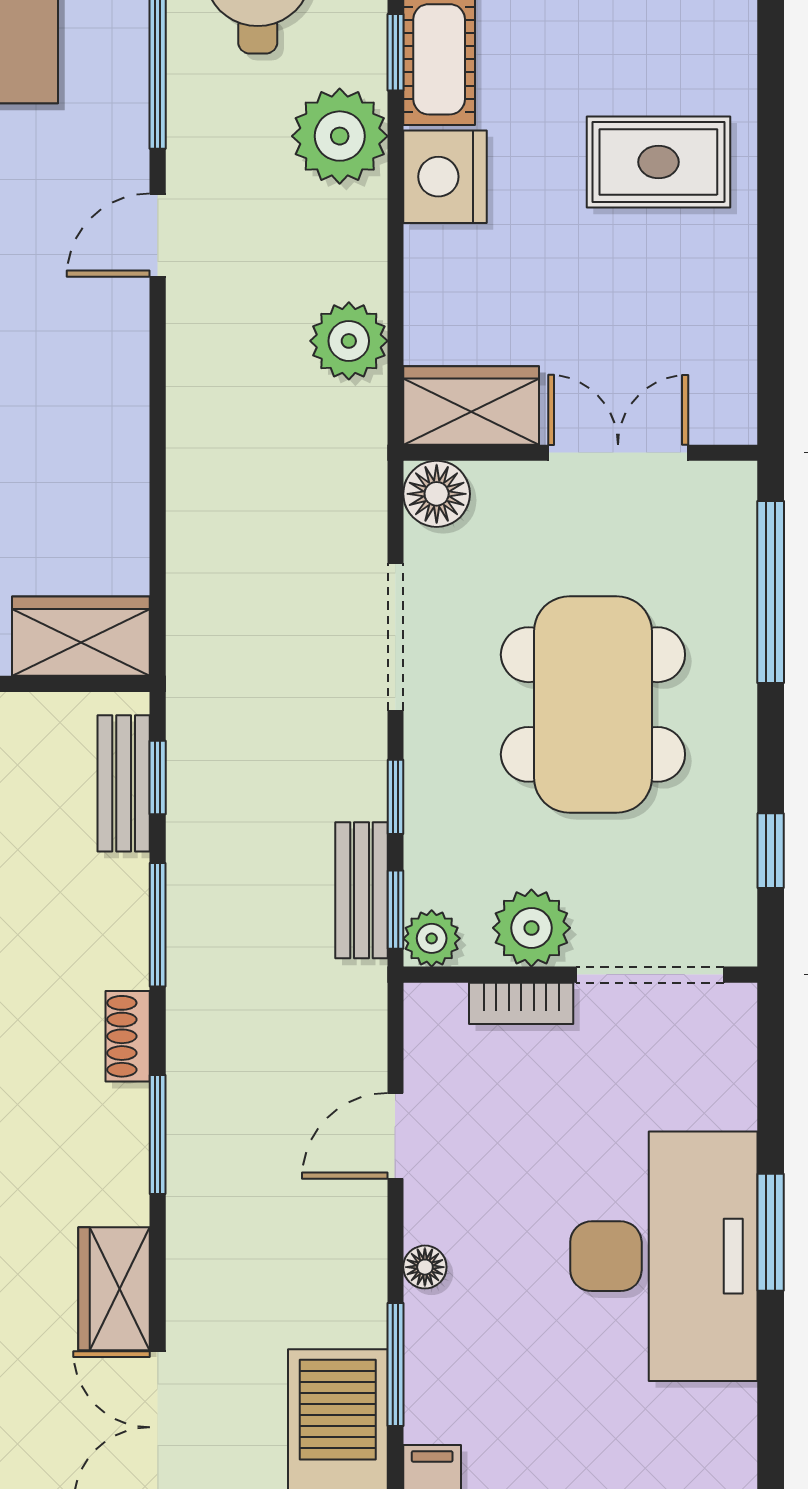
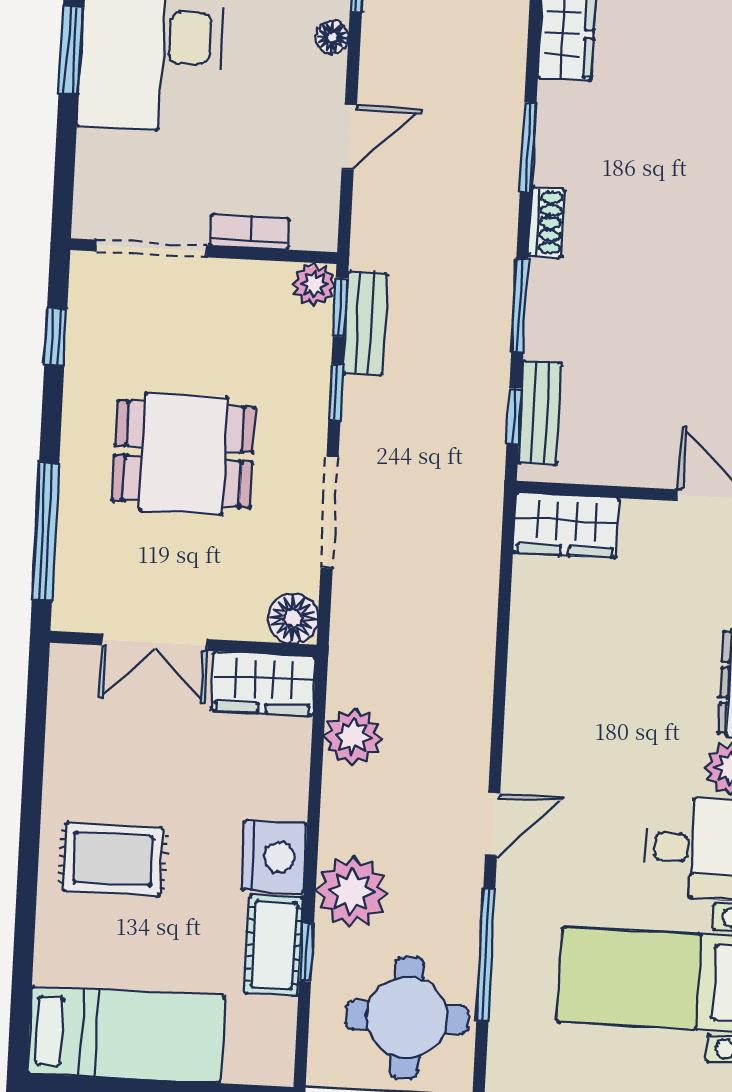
dining table: (593, 705) -> (184, 454), width x0.73
plant: (531, 928) -> (239, 288), removed

